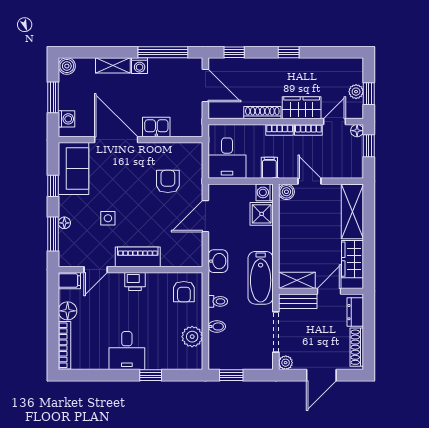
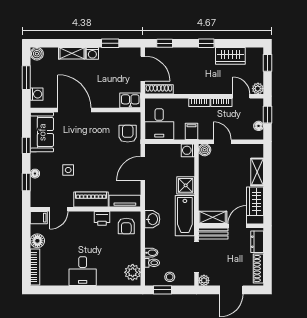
window: (163, 52) -> (110, 43), width x0.46
plant: (356, 92) -> (258, 89), moved
window: (369, 94) -> (267, 63), moved
wardrobe: (302, 108) -> (230, 56), moved, turned 180
shoe rack: (262, 113) -> (159, 89), moved
door: (335, 122) -> (241, 96), hinge flipped
kitchen sink: (156, 127) -> (130, 100), moved
floor lamp: (357, 131) -> (259, 126), moved
armchair: (168, 181) -> (128, 134), moved
shelving: (352, 212) -> (257, 172), width x0.67, depth x0.75
shower: (262, 214) -> (186, 185), moved
window: (53, 234) -> (26, 182), width x0.67
tv unit: (182, 259) -> (125, 201), added
washbasin: (218, 261) -> (152, 219), moved
printer: (135, 281) -> (102, 218), moved
toilet: (218, 301) -> (152, 263), moved
plant: (192, 337) -> (133, 272), moved
stool: (241, 358) -> (170, 277), added
window: (151, 375) -> (101, 290), removed

